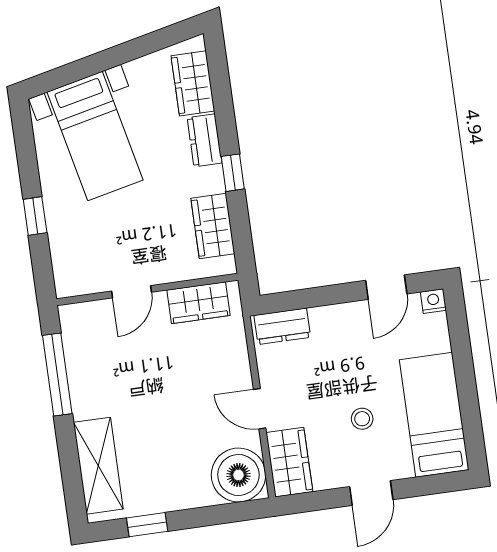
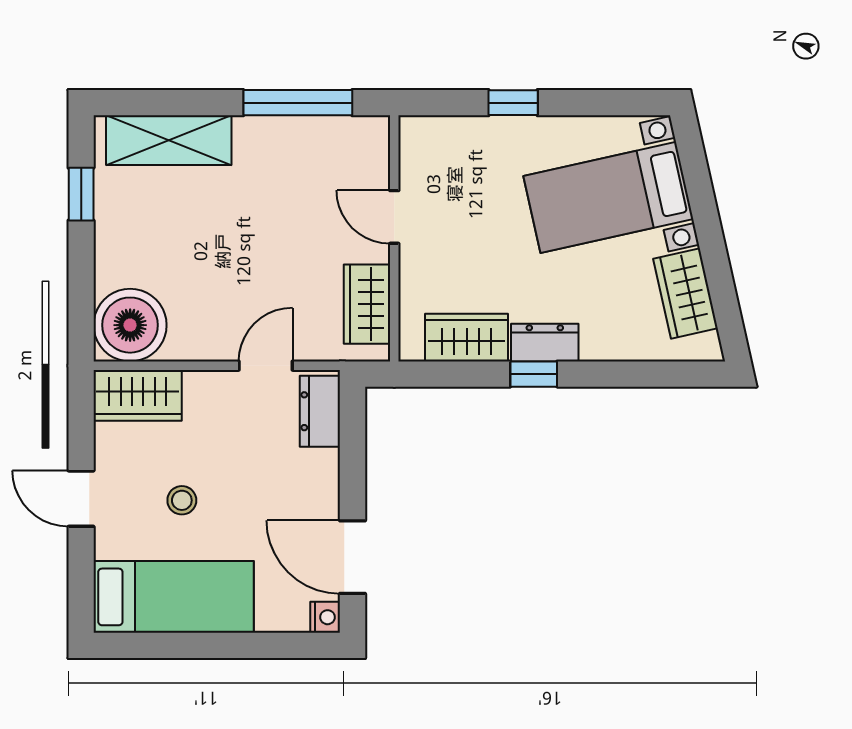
wardrobe: (193, 83) -> (685, 294), moved, turned -103
dresser: (205, 140) -> (545, 343), moved
door: (386, 287) -> (352, 557), width x1.38
door: (260, 409) -> (266, 366), moved

